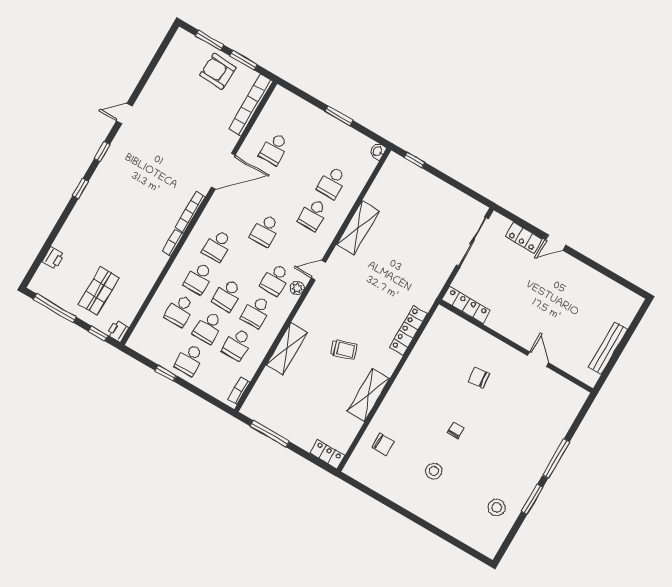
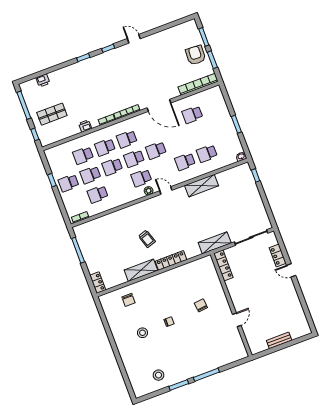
school desk: (256, 312) -> (134, 159), moved
locker: (409, 330) -> (171, 260), moved
printer: (118, 331) -> (85, 126), moved
bench: (608, 348) -> (279, 340), width x0.73
shelving: (287, 349) -> (215, 243), moved

